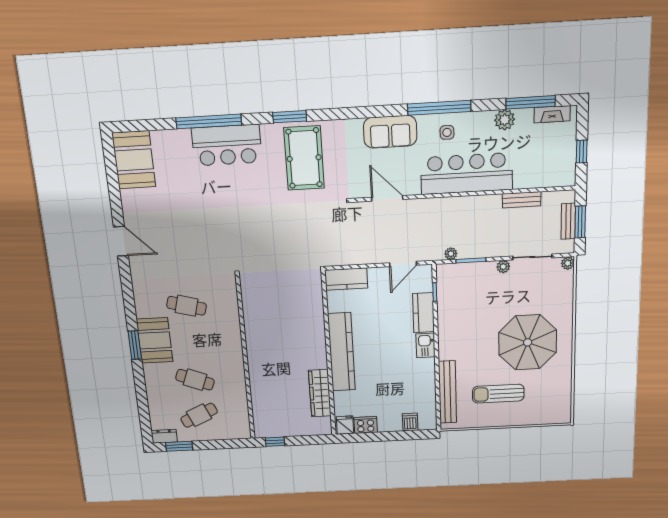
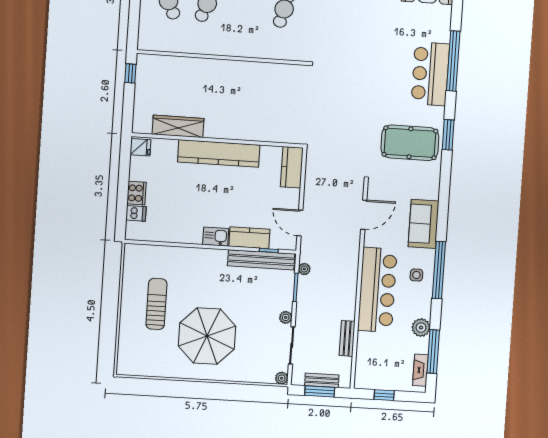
bench: (448, 392) -> (261, 260), moved
cooker: (366, 425) -> (136, 193), moved

